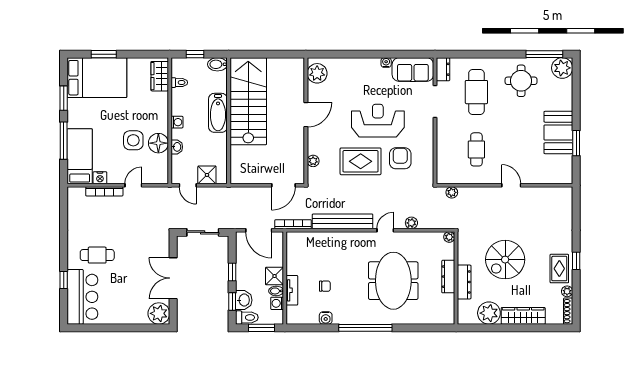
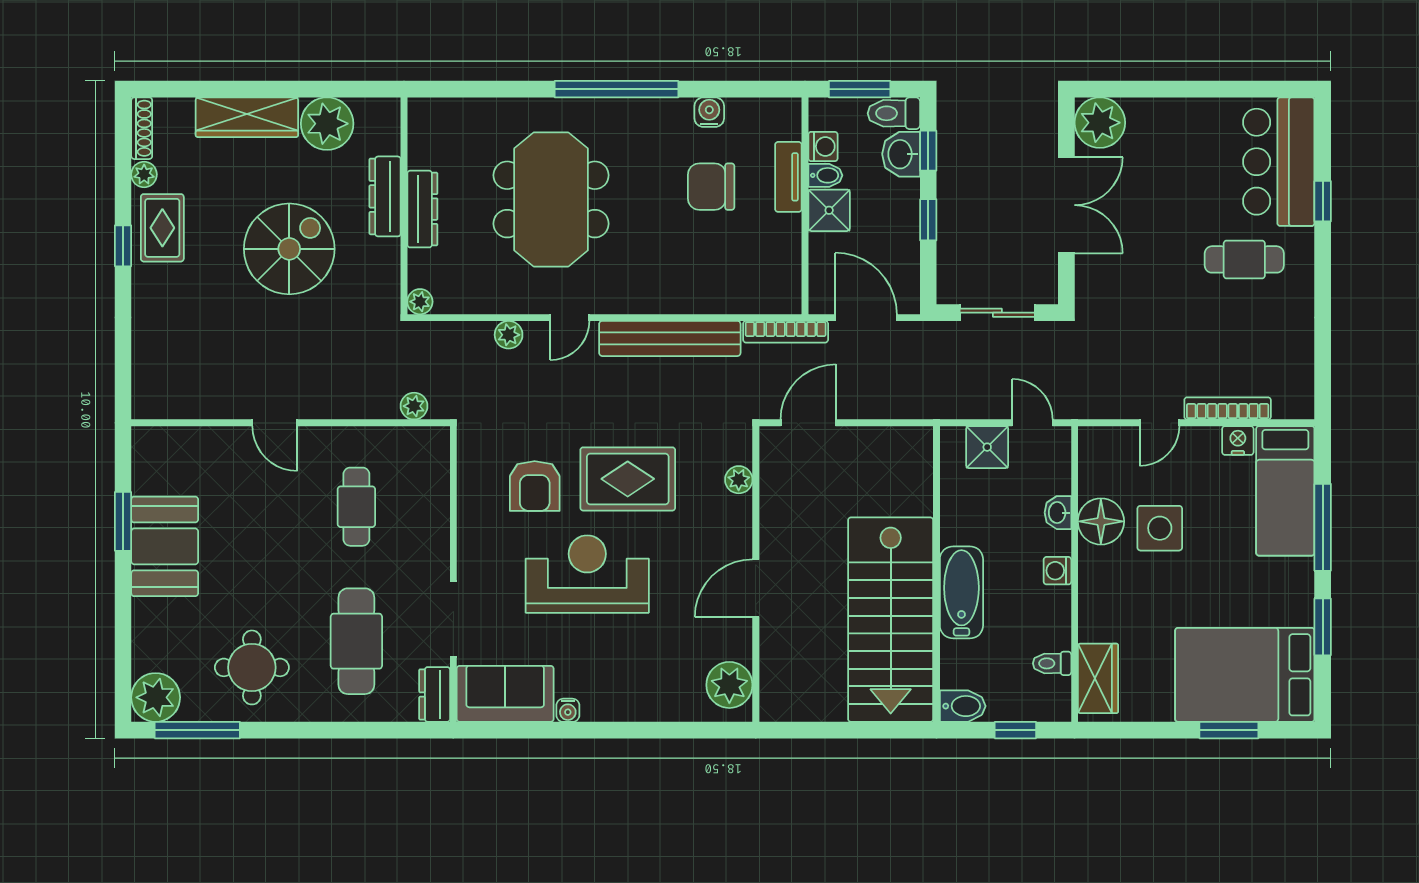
reception desk: (378, 121) -> (587, 574), turned 180
chair: (325, 286) -> (711, 187), width x1.87, depth x1.87

